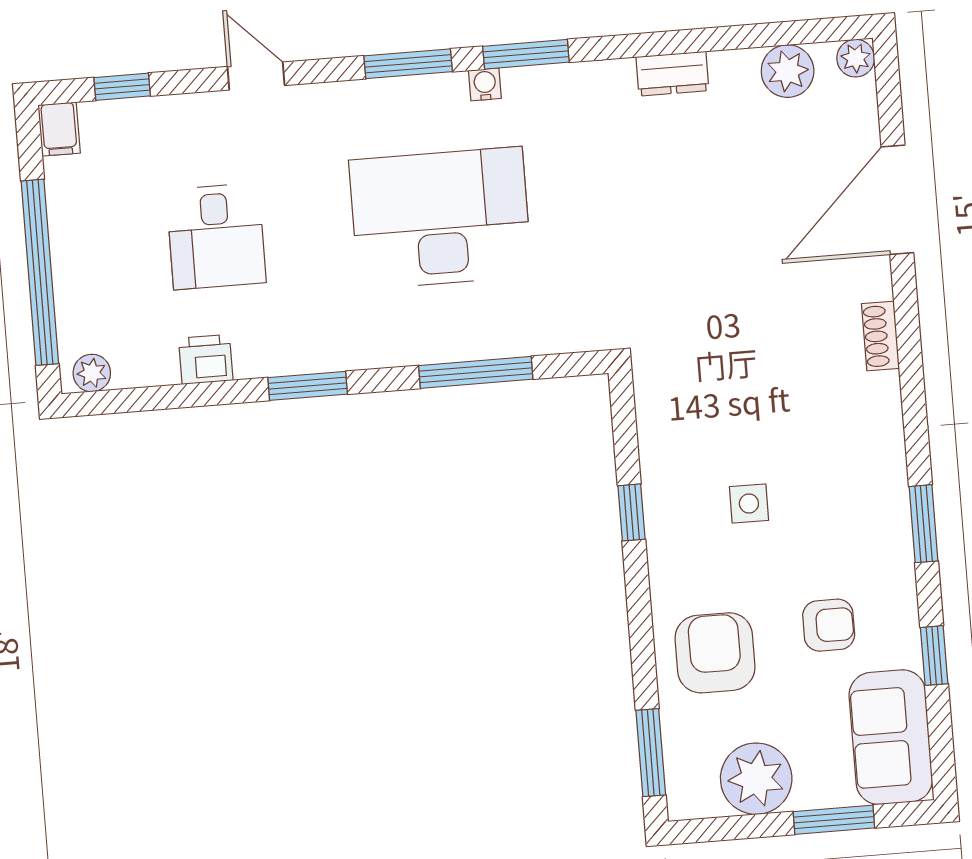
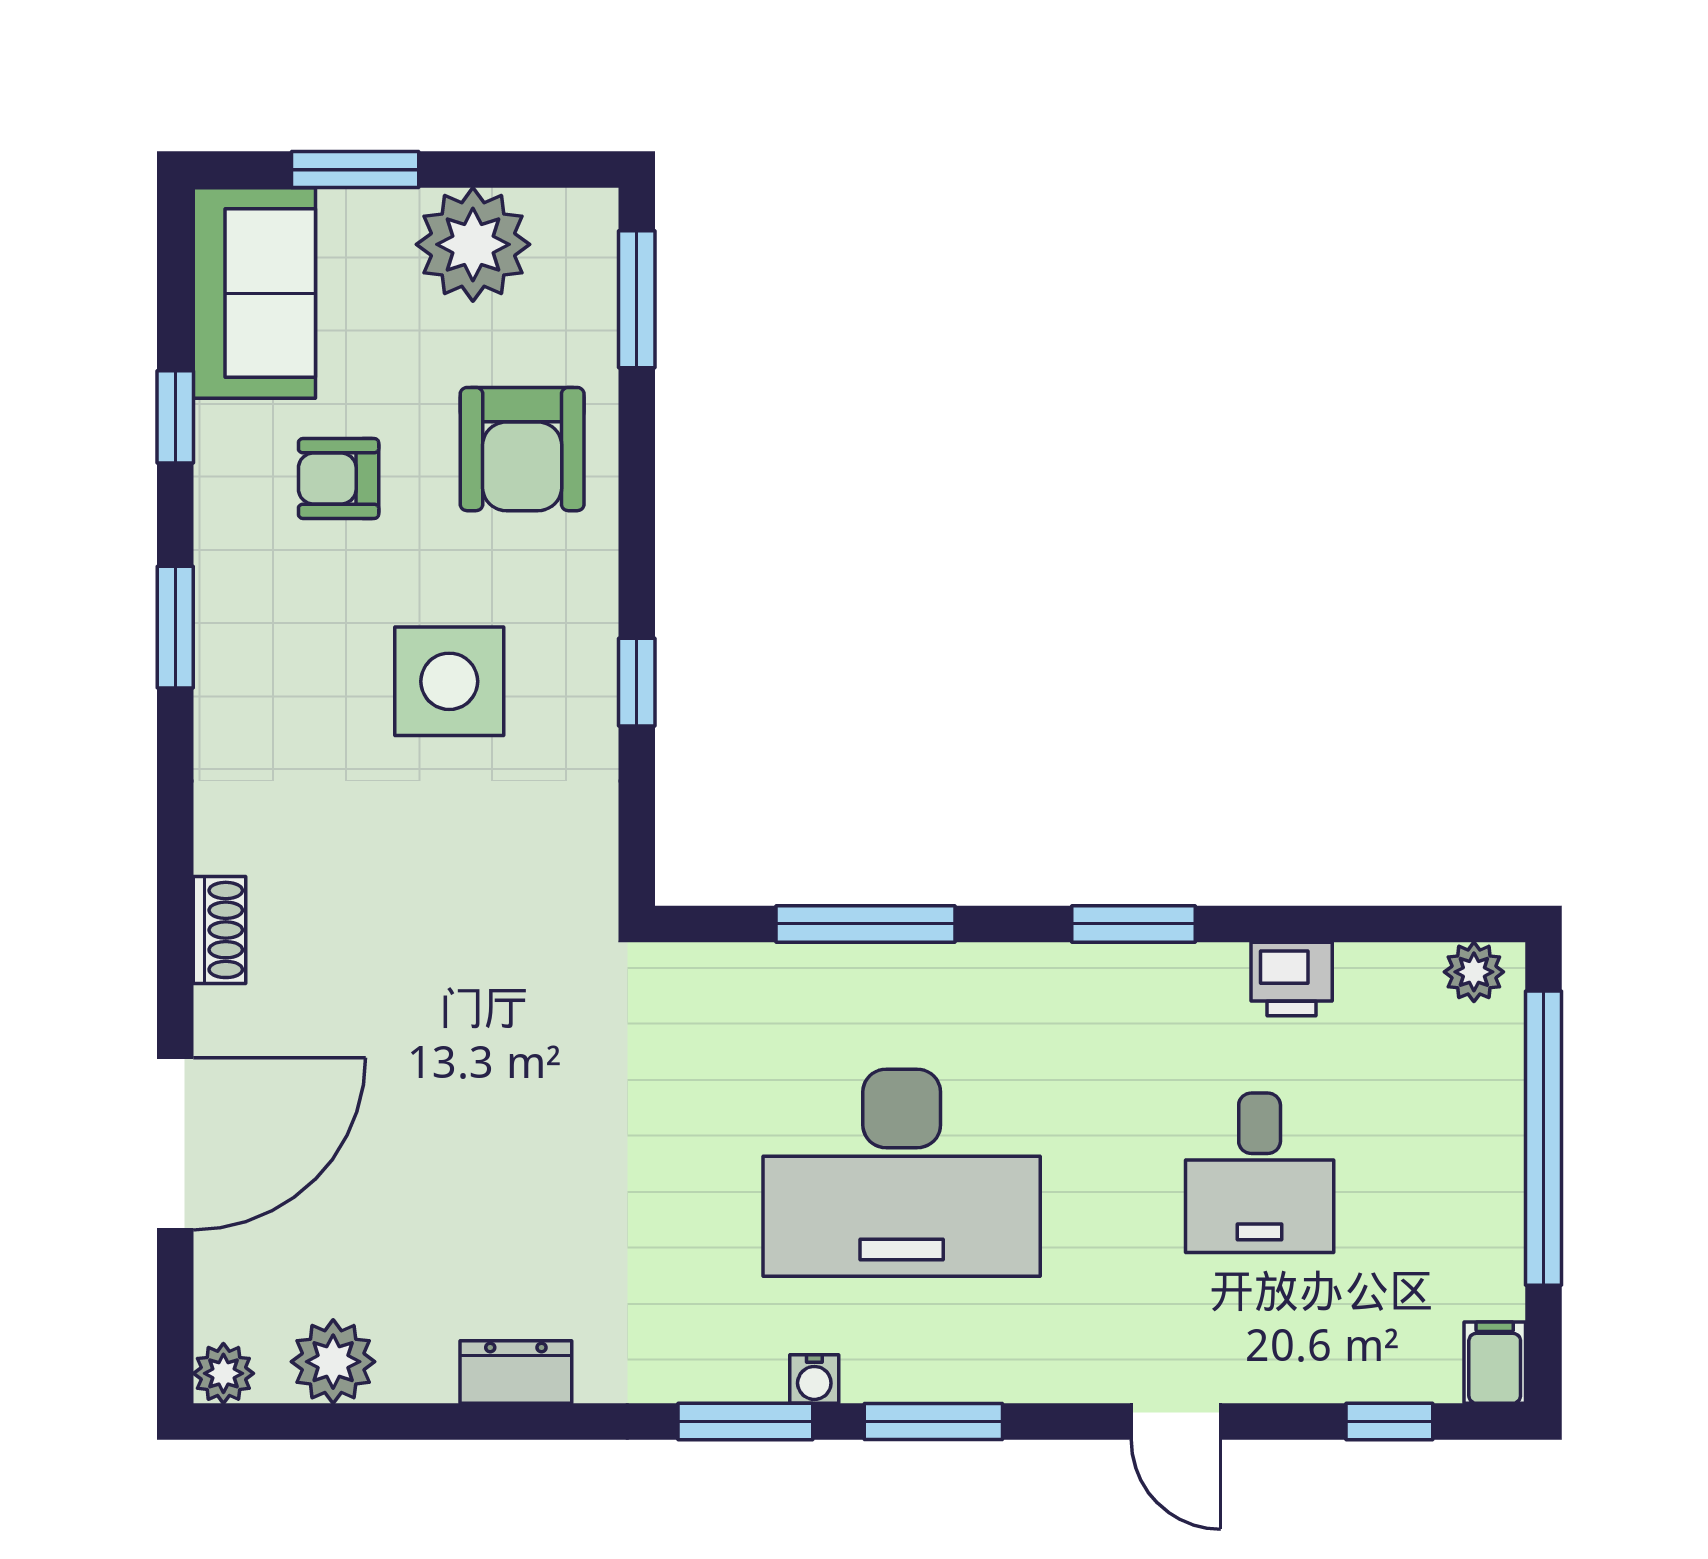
desk: (216, 236) -> (1260, 1173), turned 180
side table: (749, 504) -> (449, 681), width x1.87, depth x1.87

